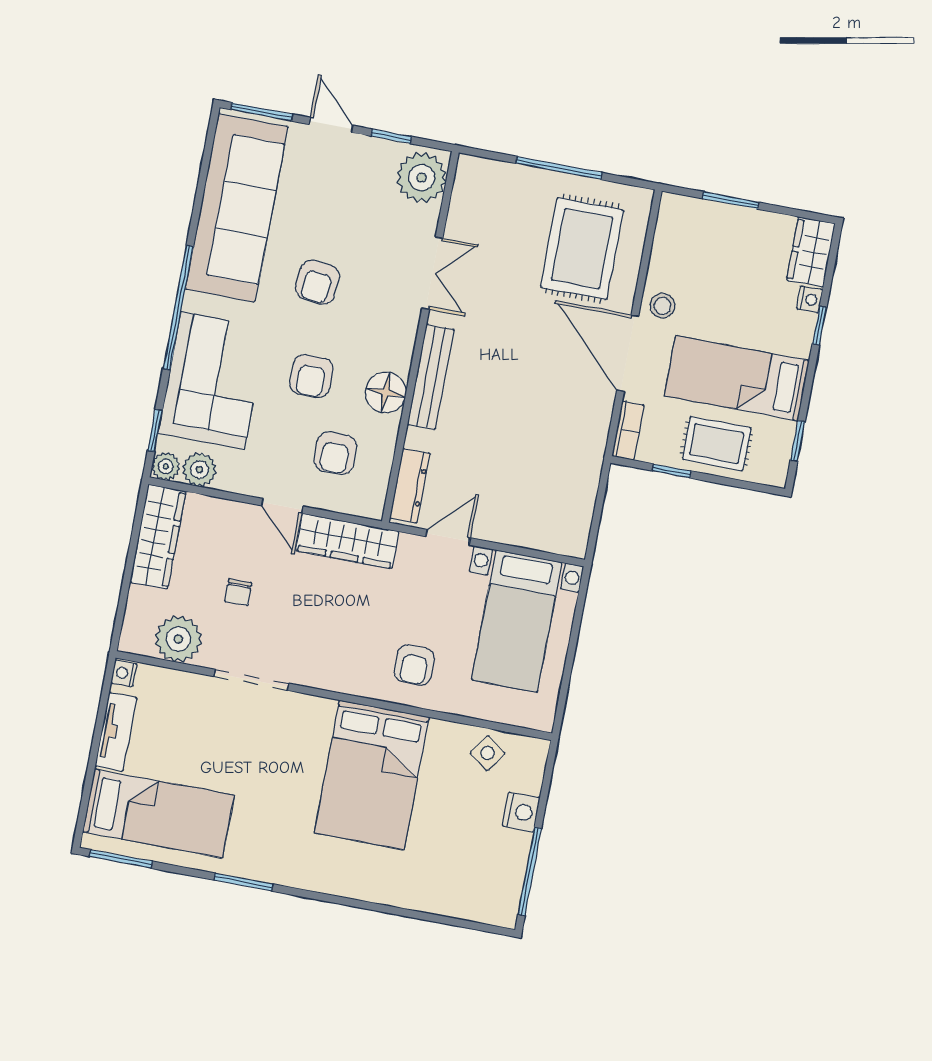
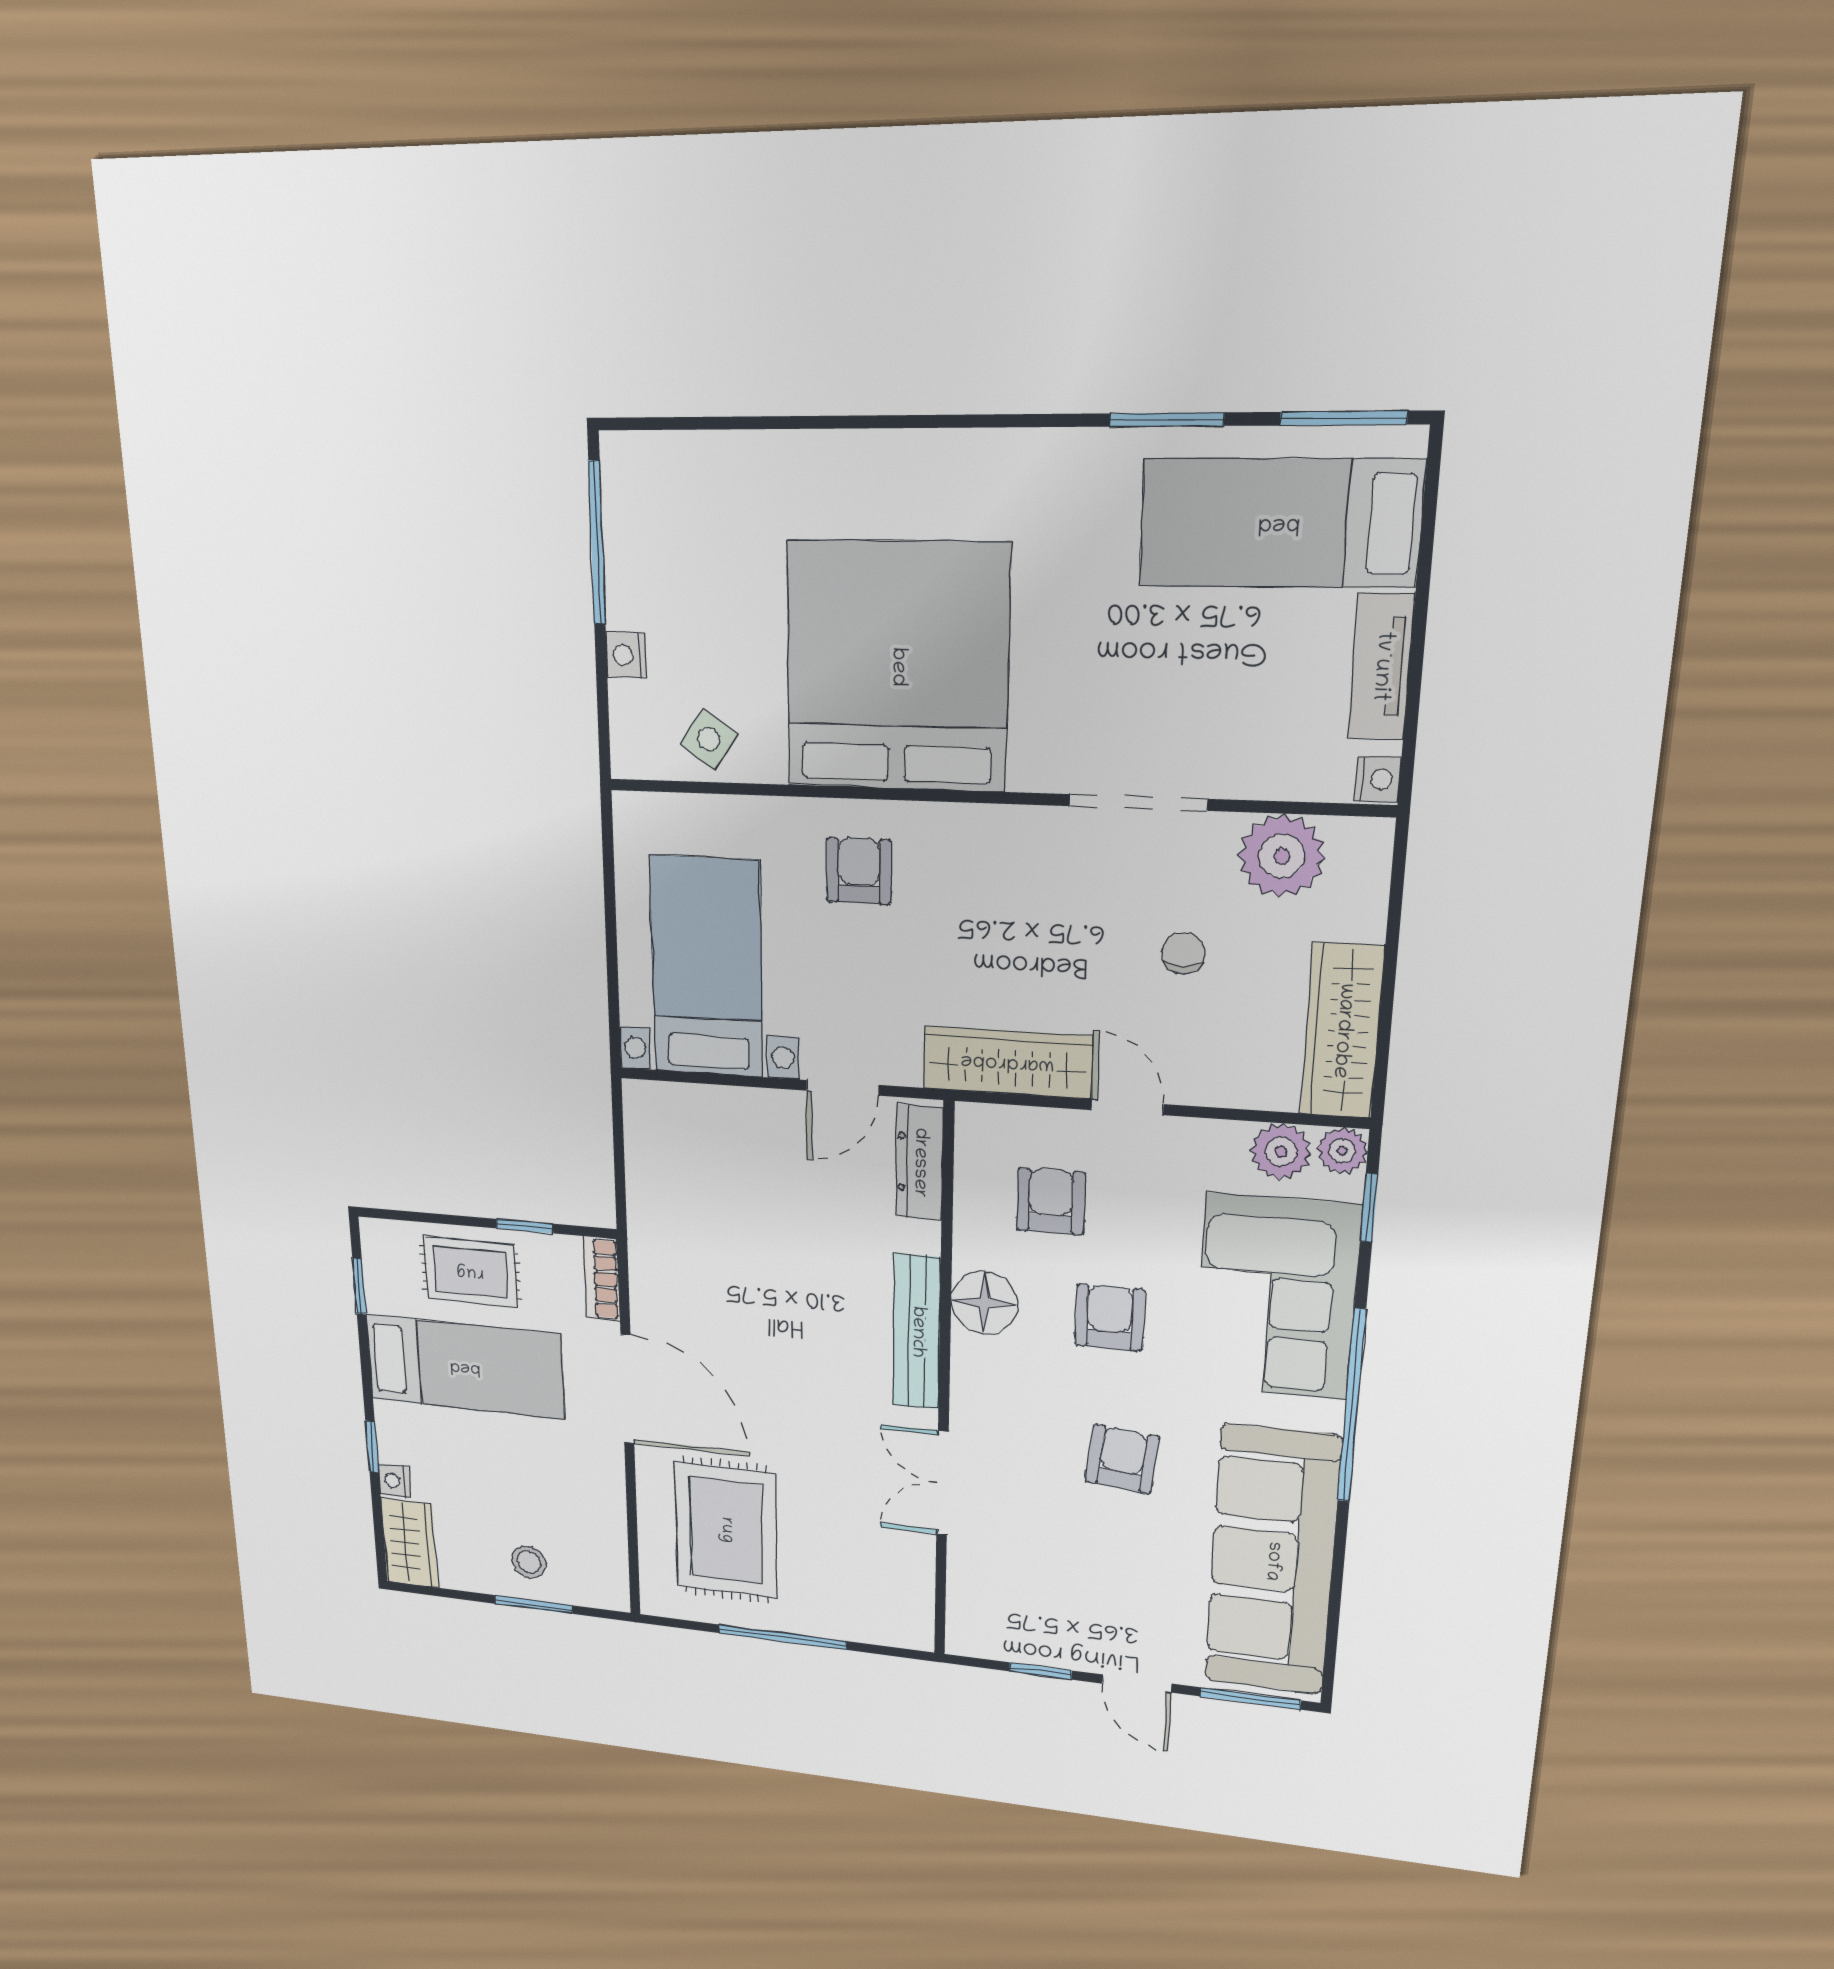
plant: (422, 178) -> (984, 1616), removed
stool: (662, 306) -> (529, 1562), moved
bed: (372, 775) -> (897, 667), width x1.36
nightstand: (521, 812) -> (626, 655), width x0.72, depth x0.74
window: (243, 882) -> (1167, 420), moved

